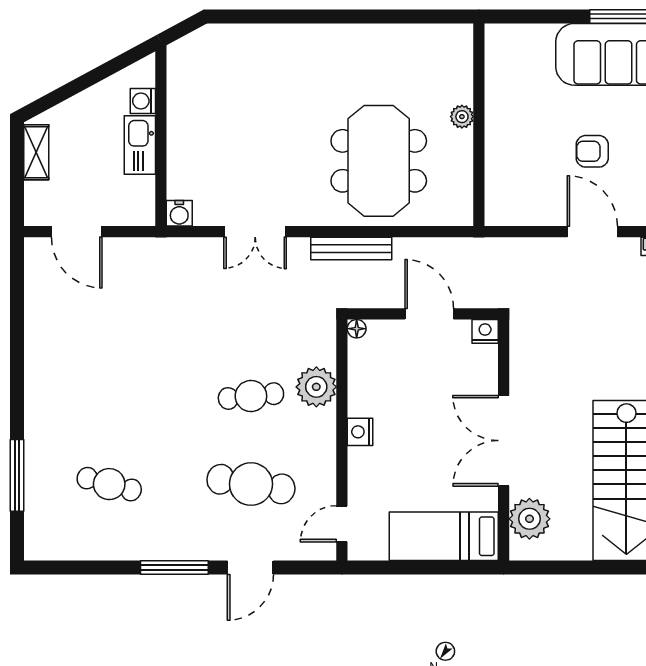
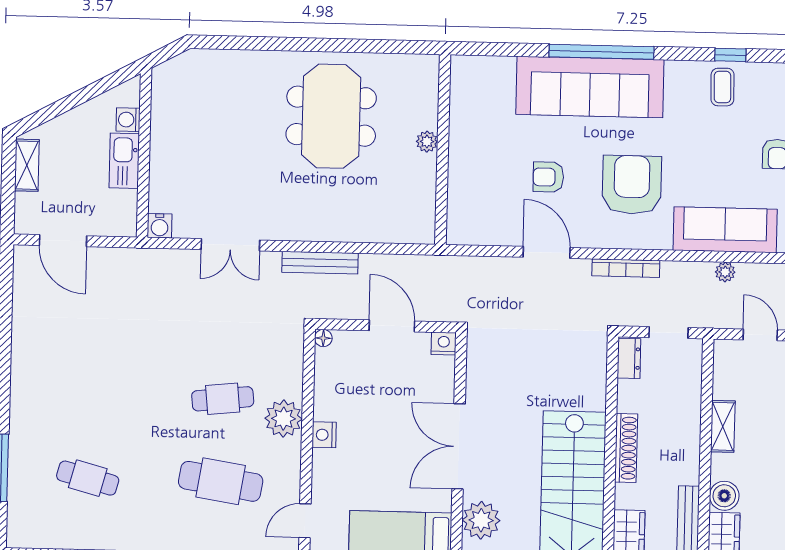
meeting table: (379, 161) -> (331, 116), moved
plant: (316, 387) -> (283, 419), moved

